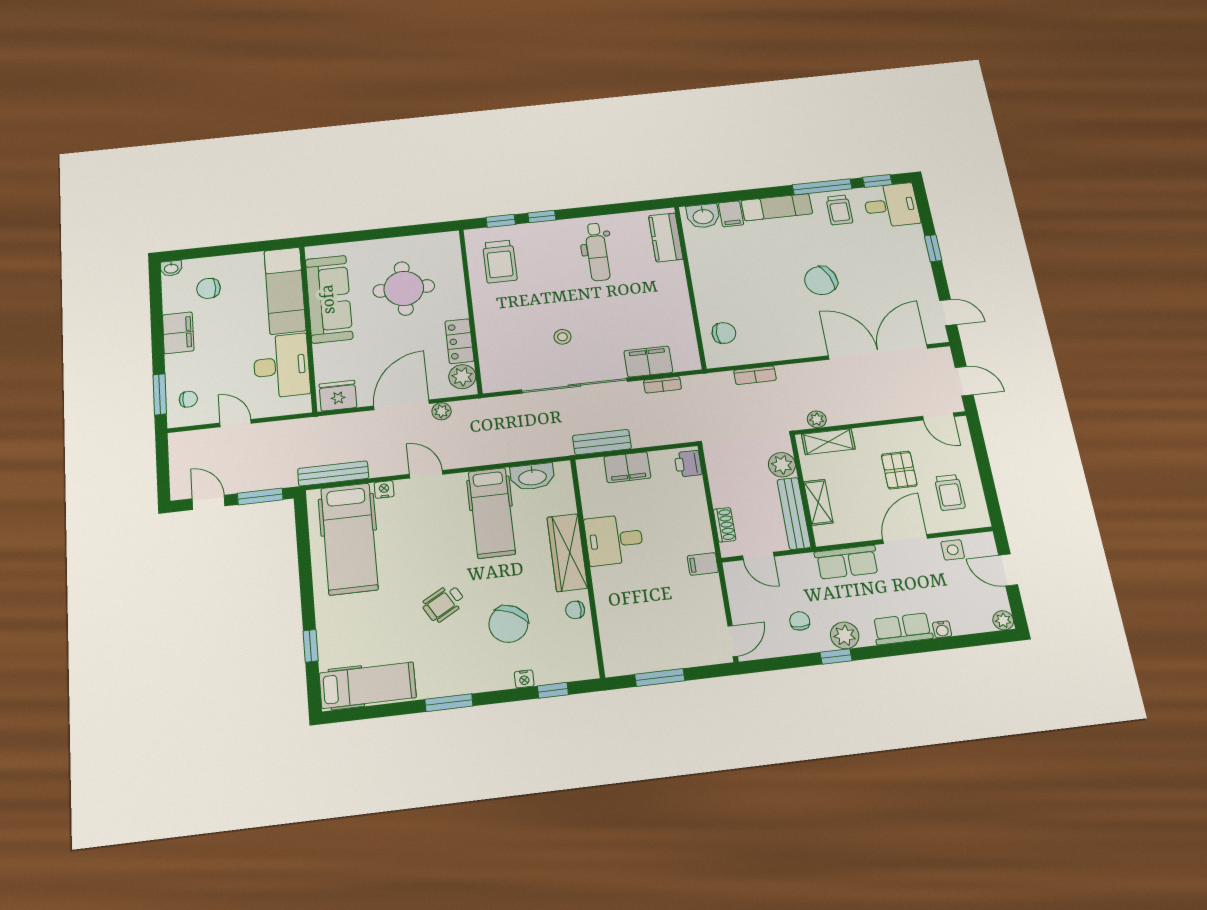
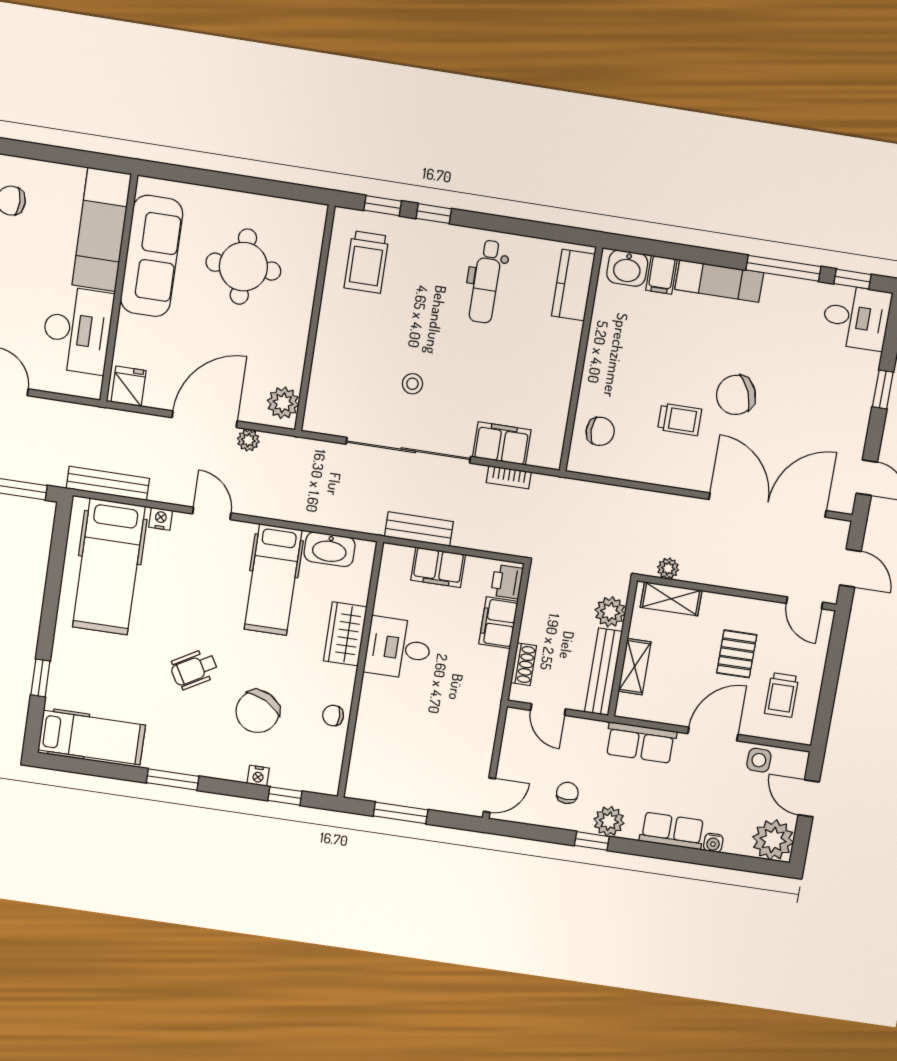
trolley: (839, 210) -> (680, 419), moved, turned -90
locker: (459, 341) -> (291, 356), removed
bookcase: (755, 375) -> (618, 495), removed
fridge: (338, 396) -> (129, 386), width x0.72
wardrobe: (567, 553) -> (345, 634), width x0.67
filing cabinet: (703, 564) -> (498, 623), moved, width x2.00
plant: (1003, 620) -> (773, 840), width x1.87, depth x1.87

